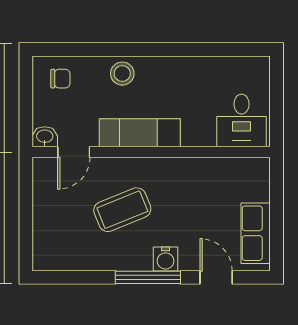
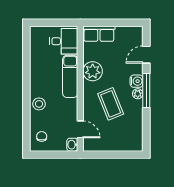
exam couch: (140, 133) -> (70, 76), moved
plant: (184, 175) -> (93, 71), added
row of seats: (256, 233) -> (99, 34), moved
plant: (142, 261) -> (138, 94), added

